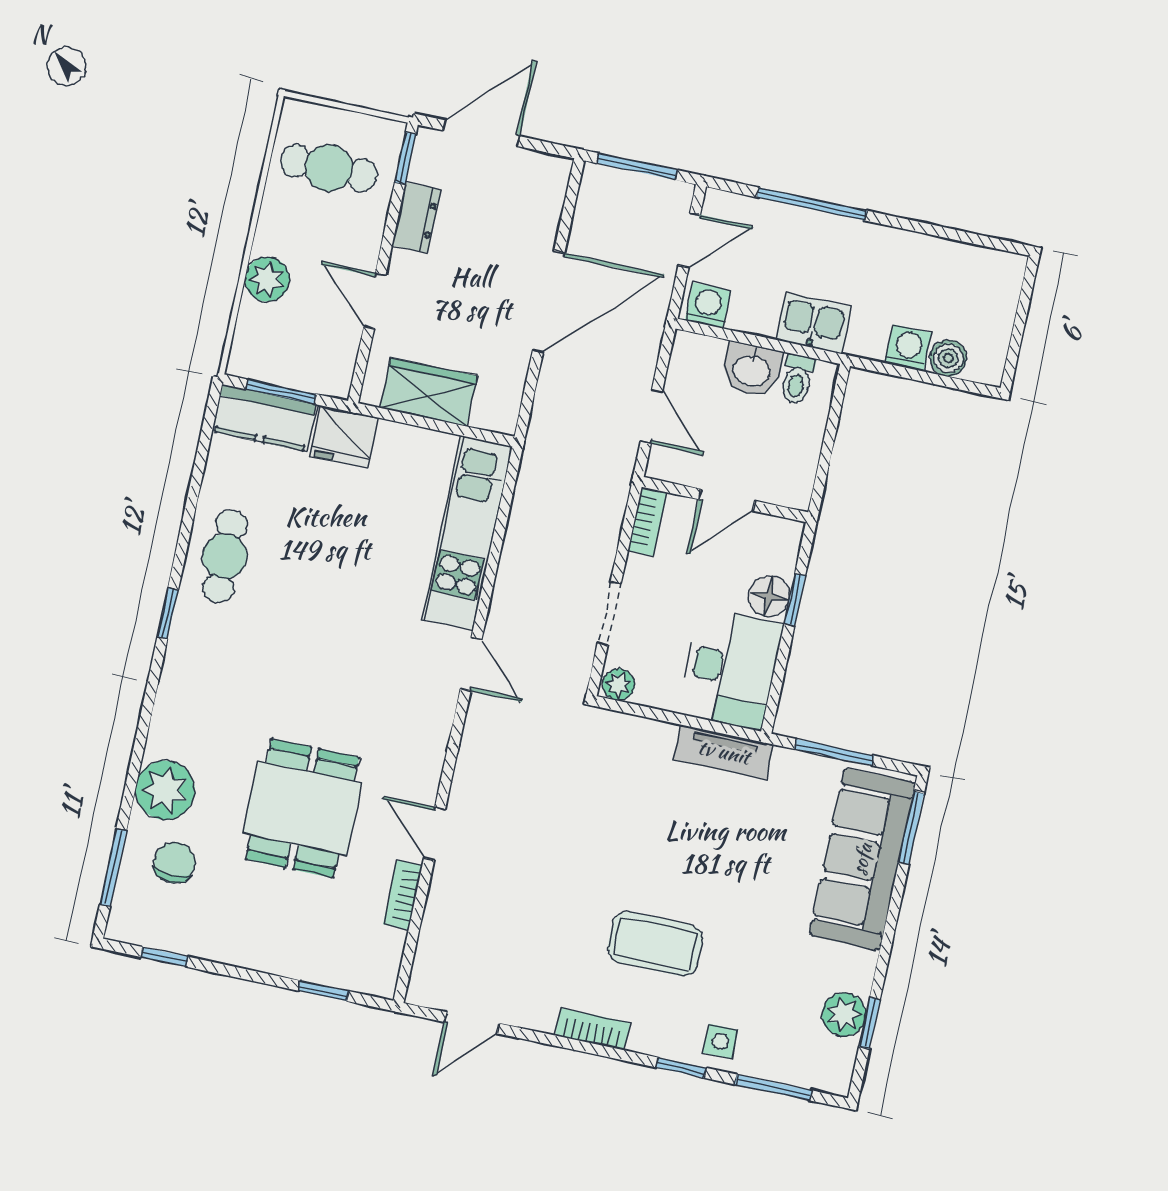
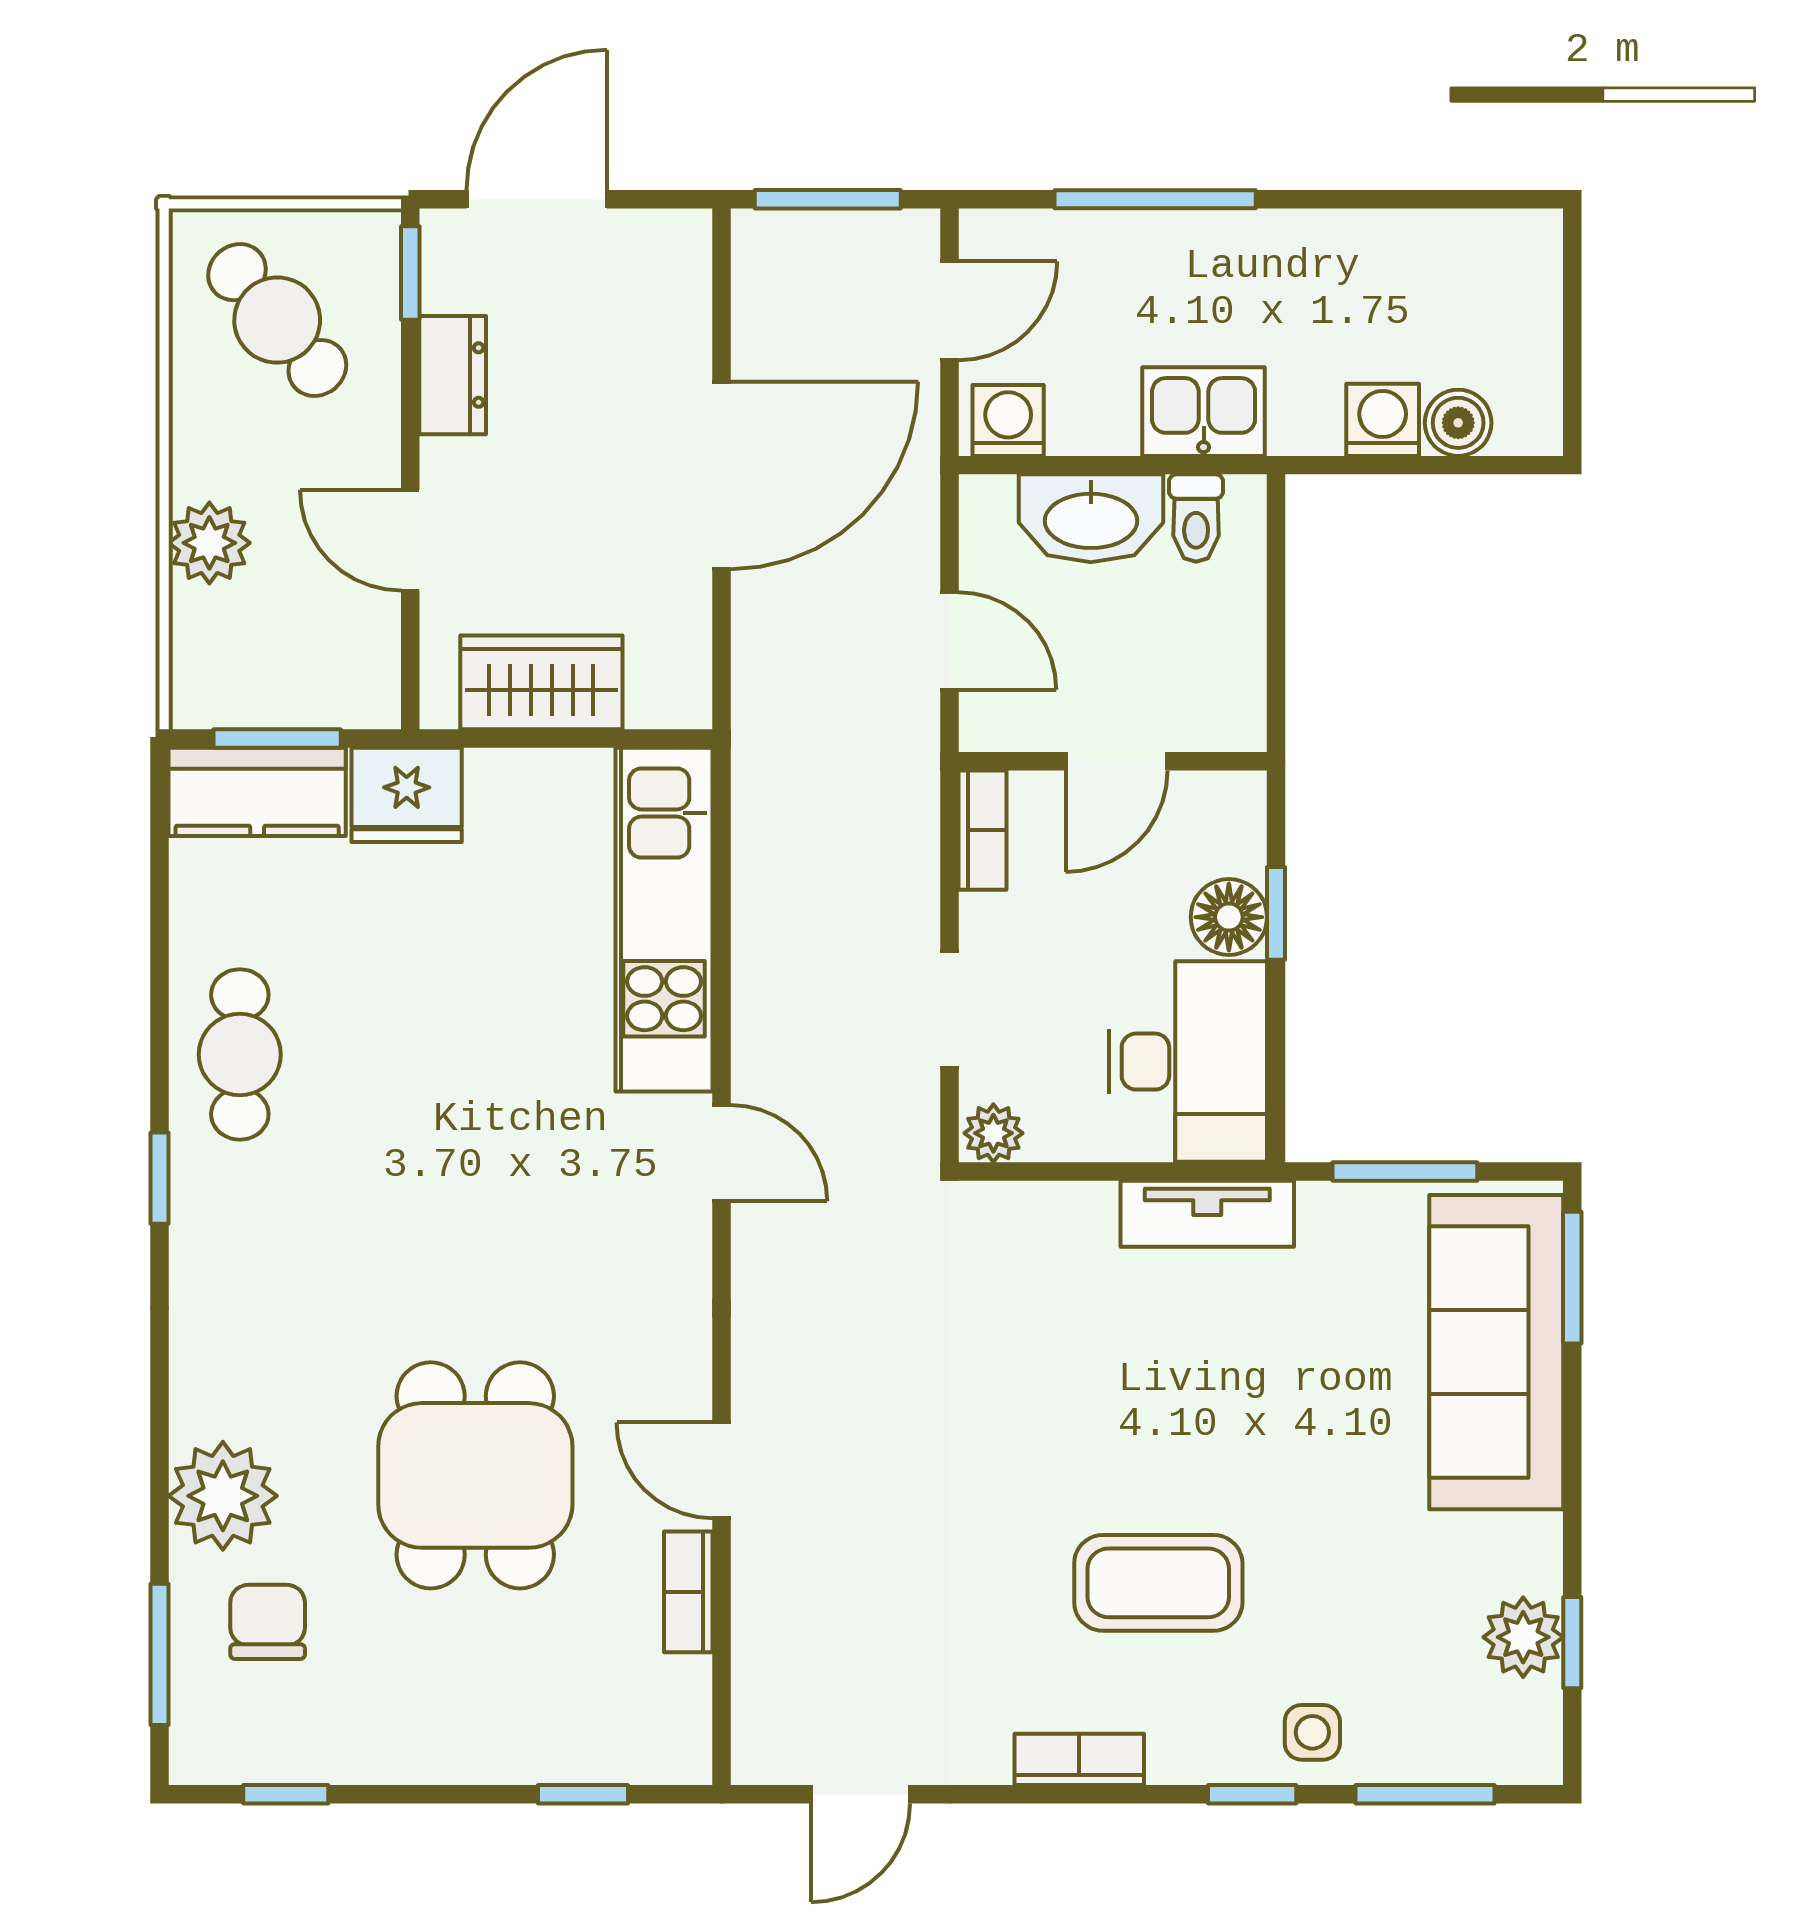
cafe table: (329, 168) -> (277, 320), turned 50
washbasin: (752, 369) -> (1091, 518), width x1.38

